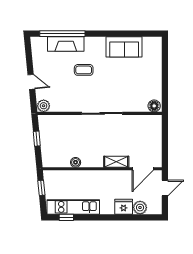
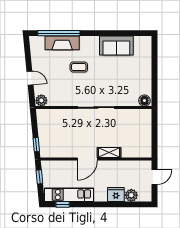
window: (37, 139) -> (36, 145), moved
boiler: (76, 162) -> (71, 153), removed
door: (143, 169) -> (87, 159), moved

